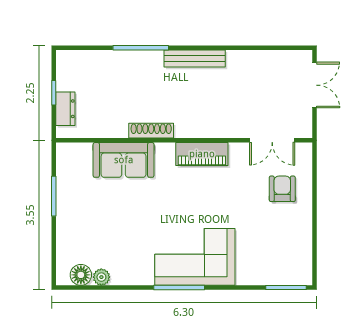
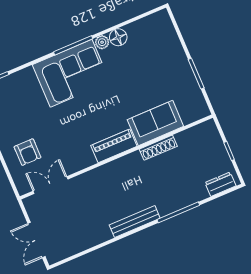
dresser: (65, 109) -> (220, 184), moved, turned 90
shoe rack: (151, 131) -> (158, 148), moved
piano: (202, 154) -> (114, 146), moved
floor lamp: (81, 275) -> (118, 37), moved
plant: (101, 277) -> (102, 42), moved

